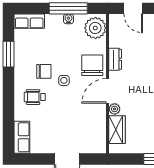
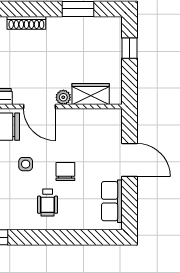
chair: (44, 71) -> (65, 172), moved
row of seats: (22, 137) -> (112, 201), moved, turned -90

